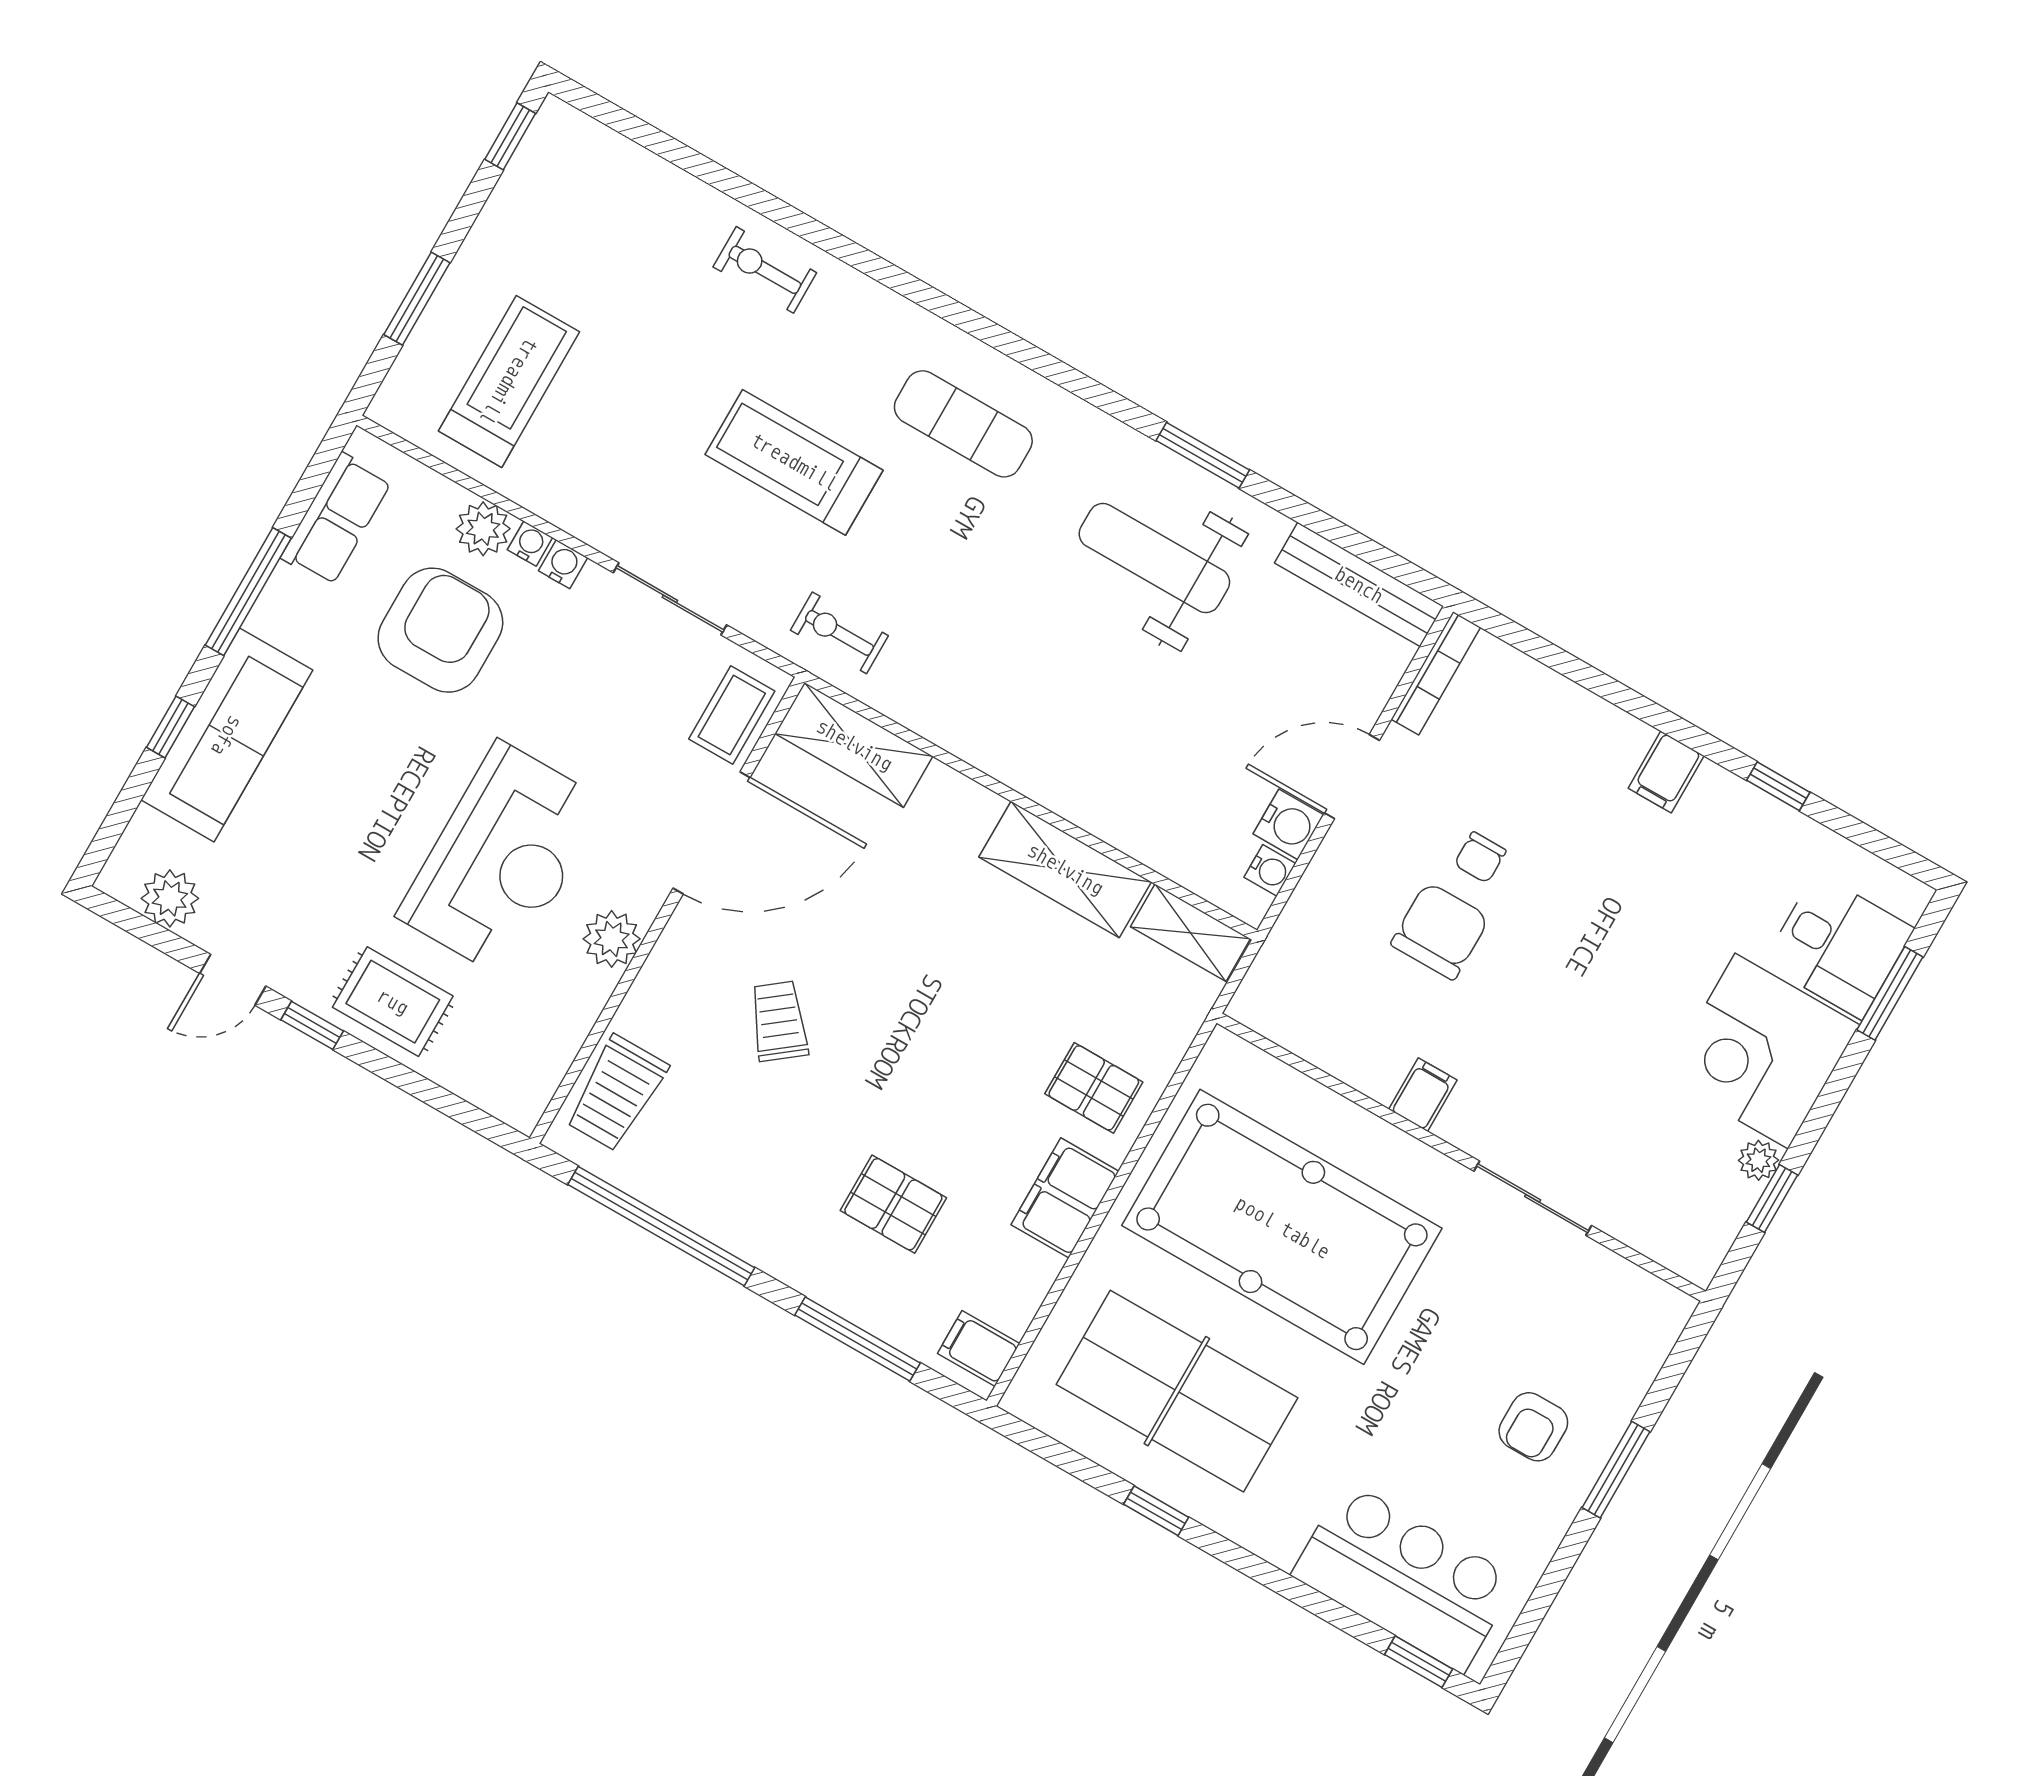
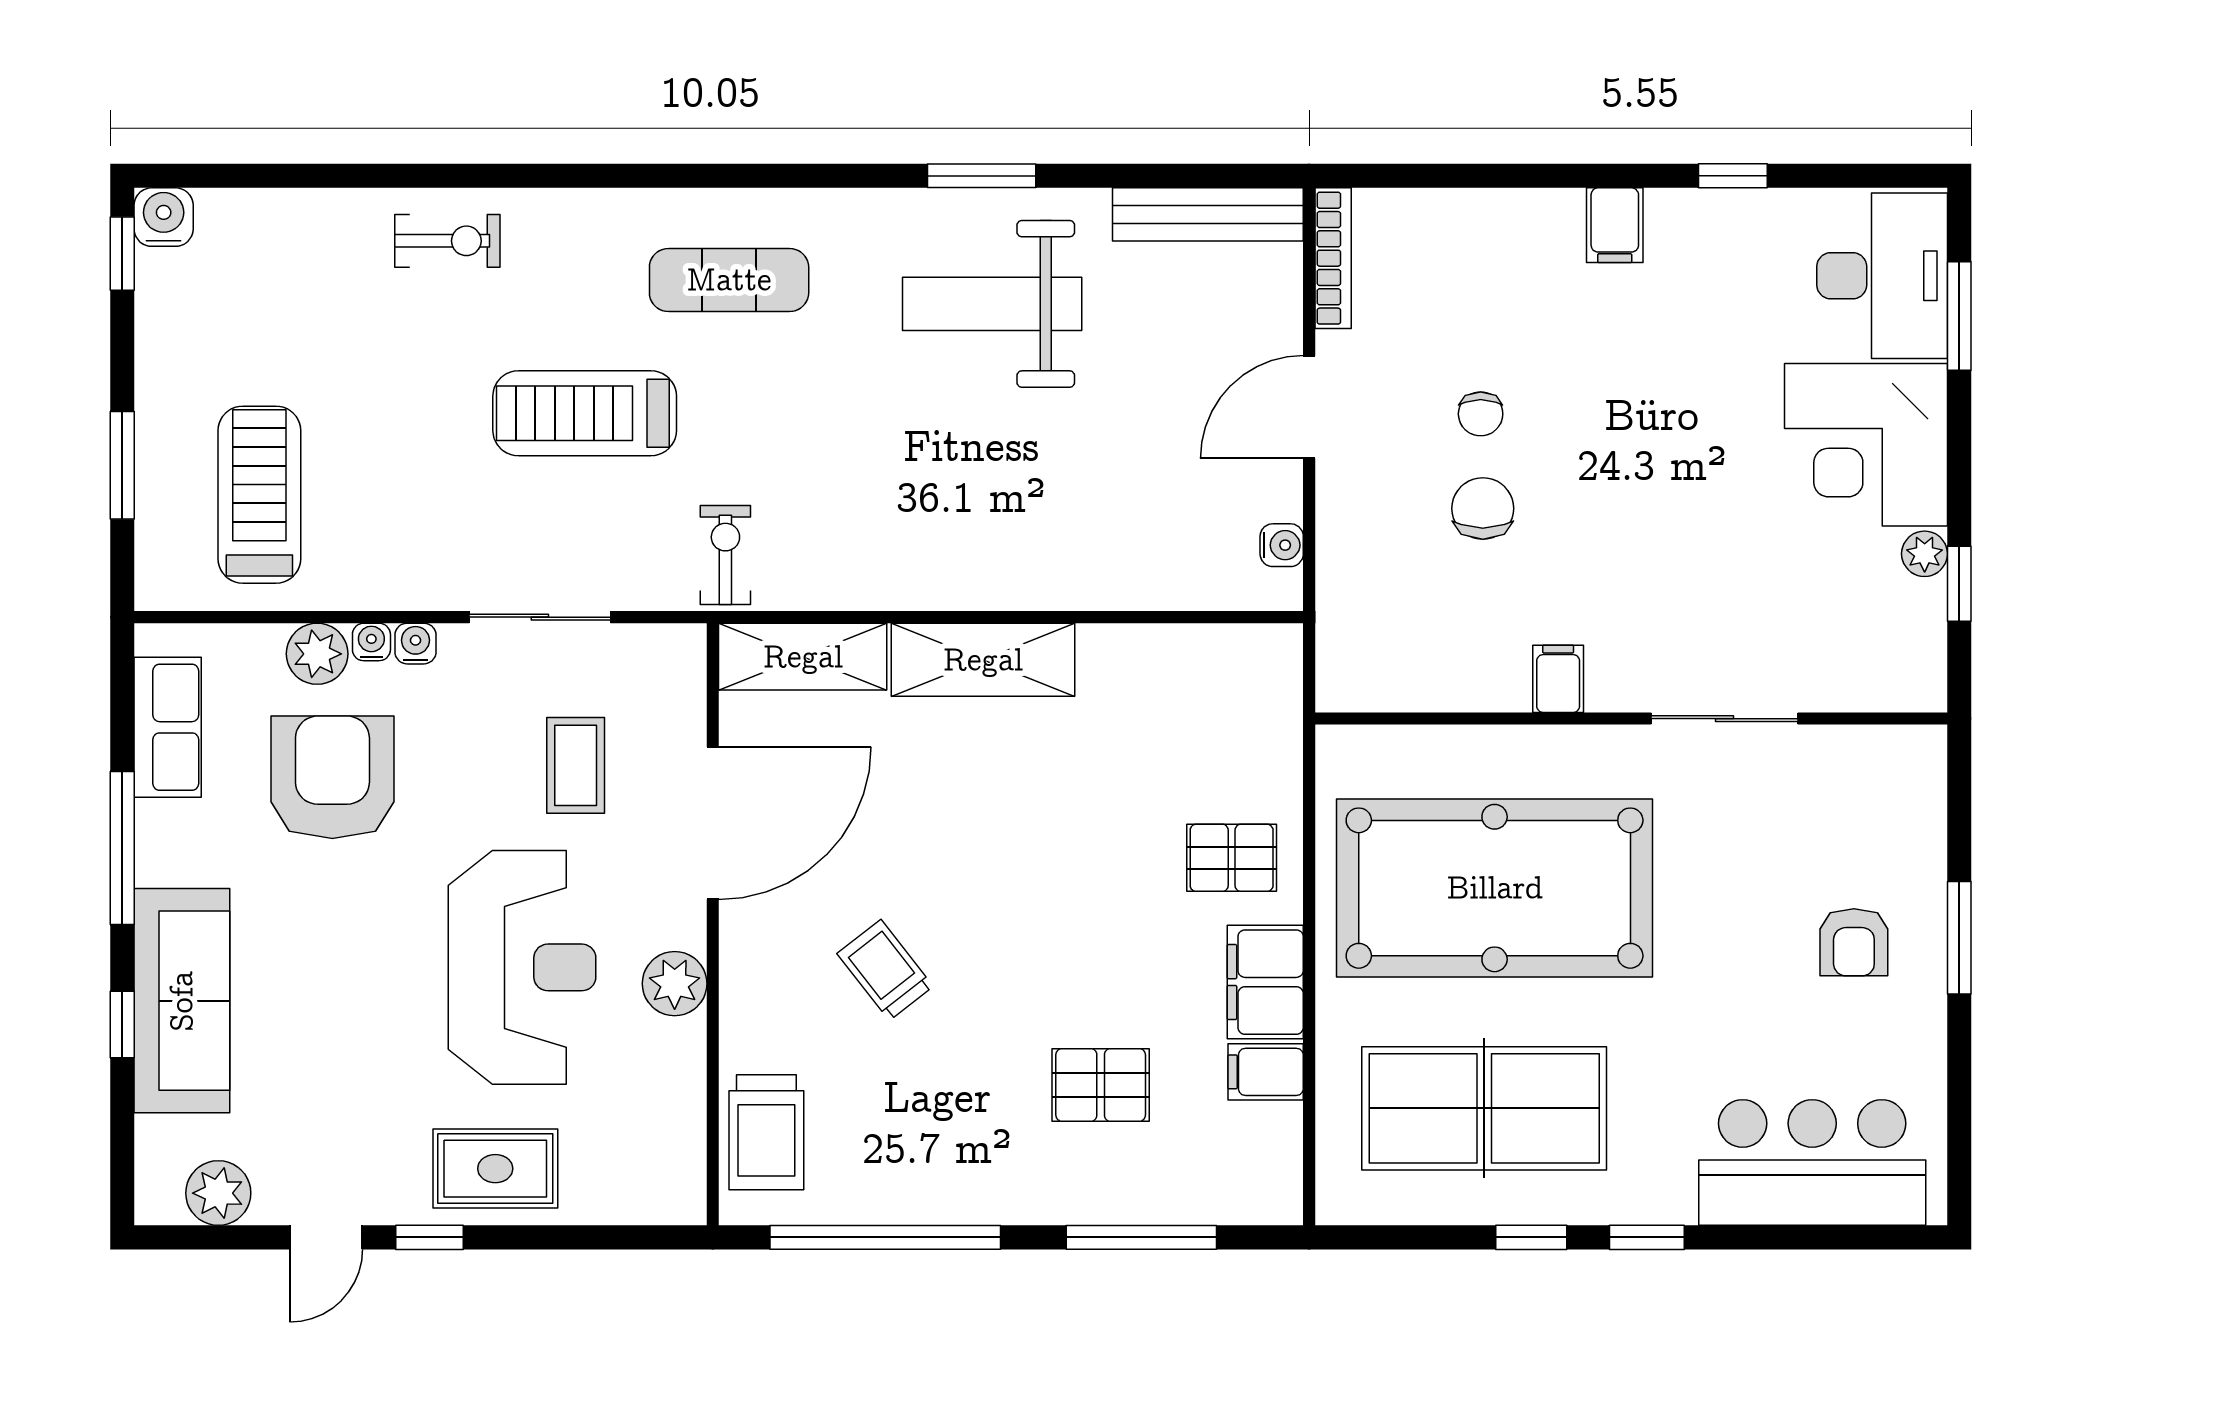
exercise bike: (765, 270) -> (447, 241), turned 180
exercise bike: (839, 633) -> (725, 555), turned 90
coffee table: (732, 715) -> (576, 765), moved
water cooler: (1288, 824) -> (164, 217), moved, turned -90
shelving: (1065, 869) -> (983, 660), moved
chair: (1440, 931) -> (1483, 508), width x0.73, depth x0.73
shelving: (1190, 933) -> (1239, 651), removed
desk: (1839, 946) -> (1882, 276), width x1.37
filing cabinet: (979, 1348) -> (1266, 1072), moved
window: (1419, 1662) -> (1647, 1237), moved

